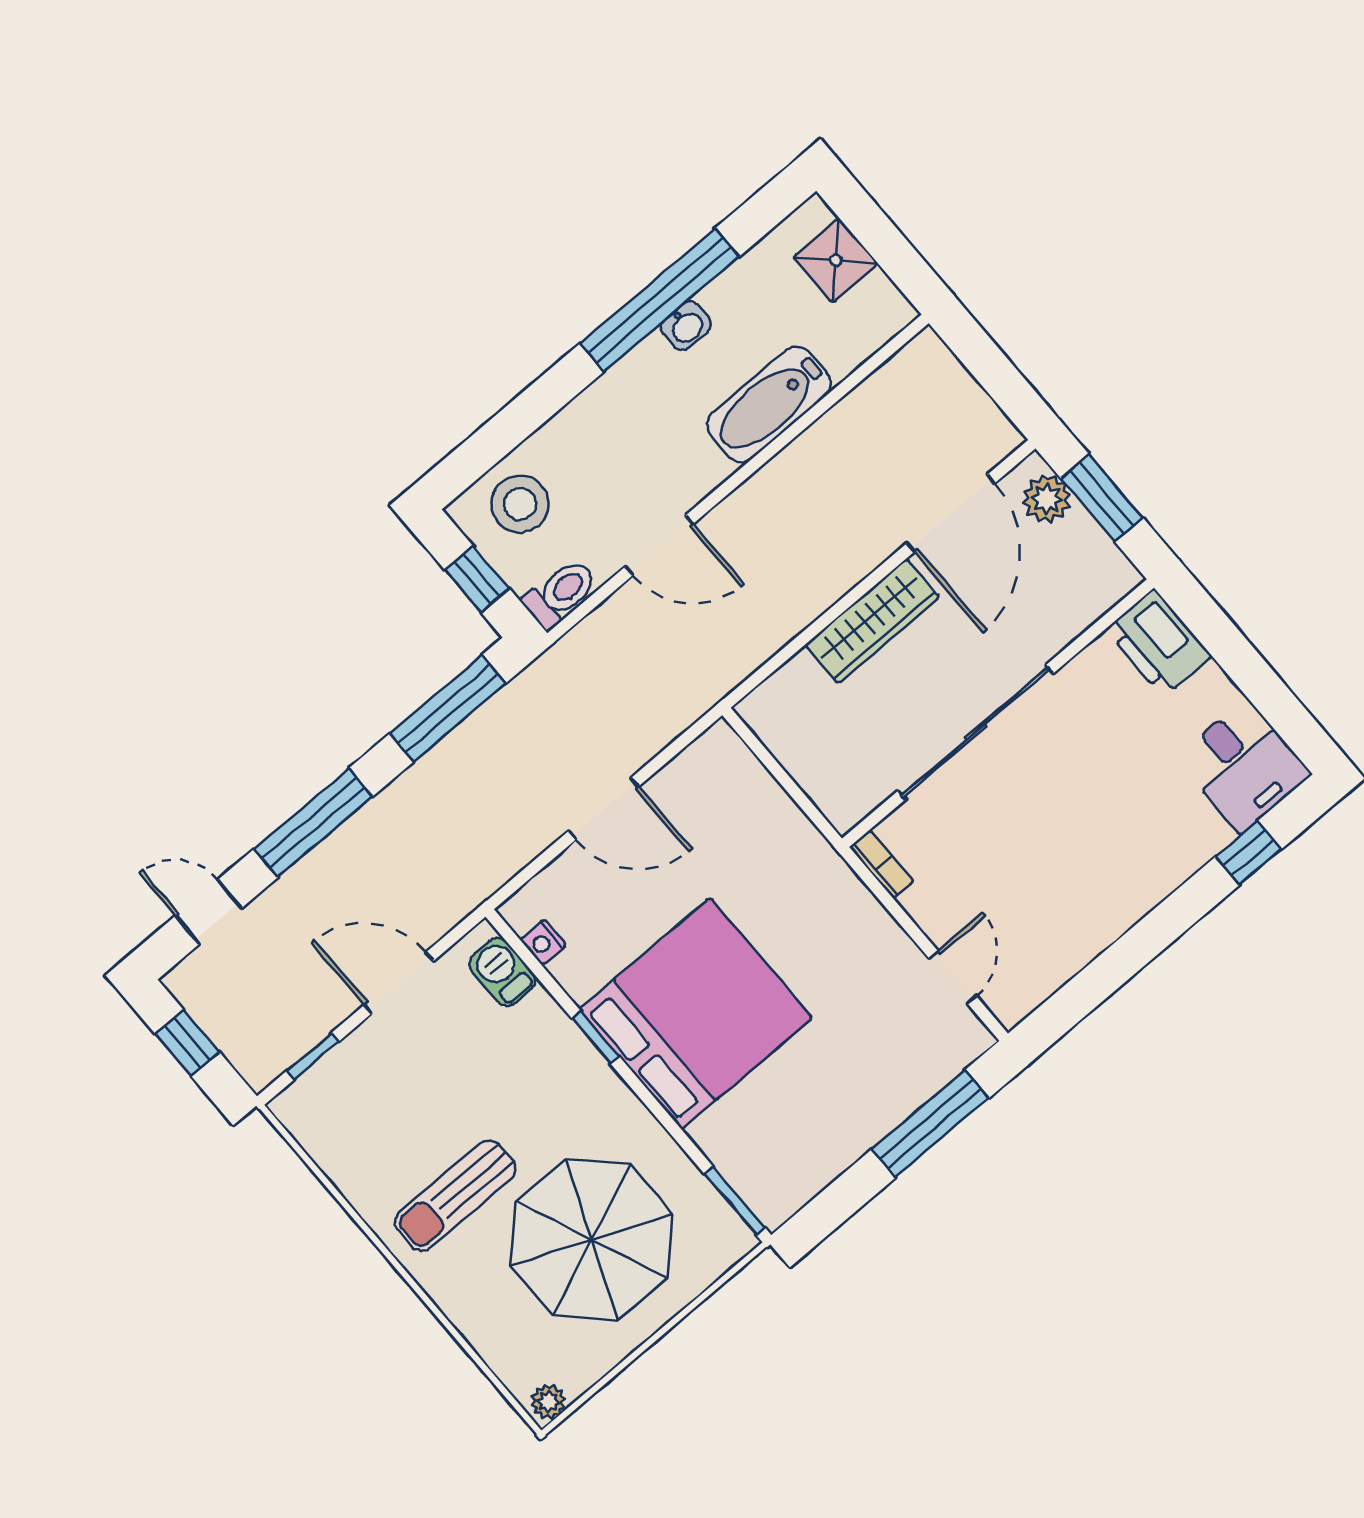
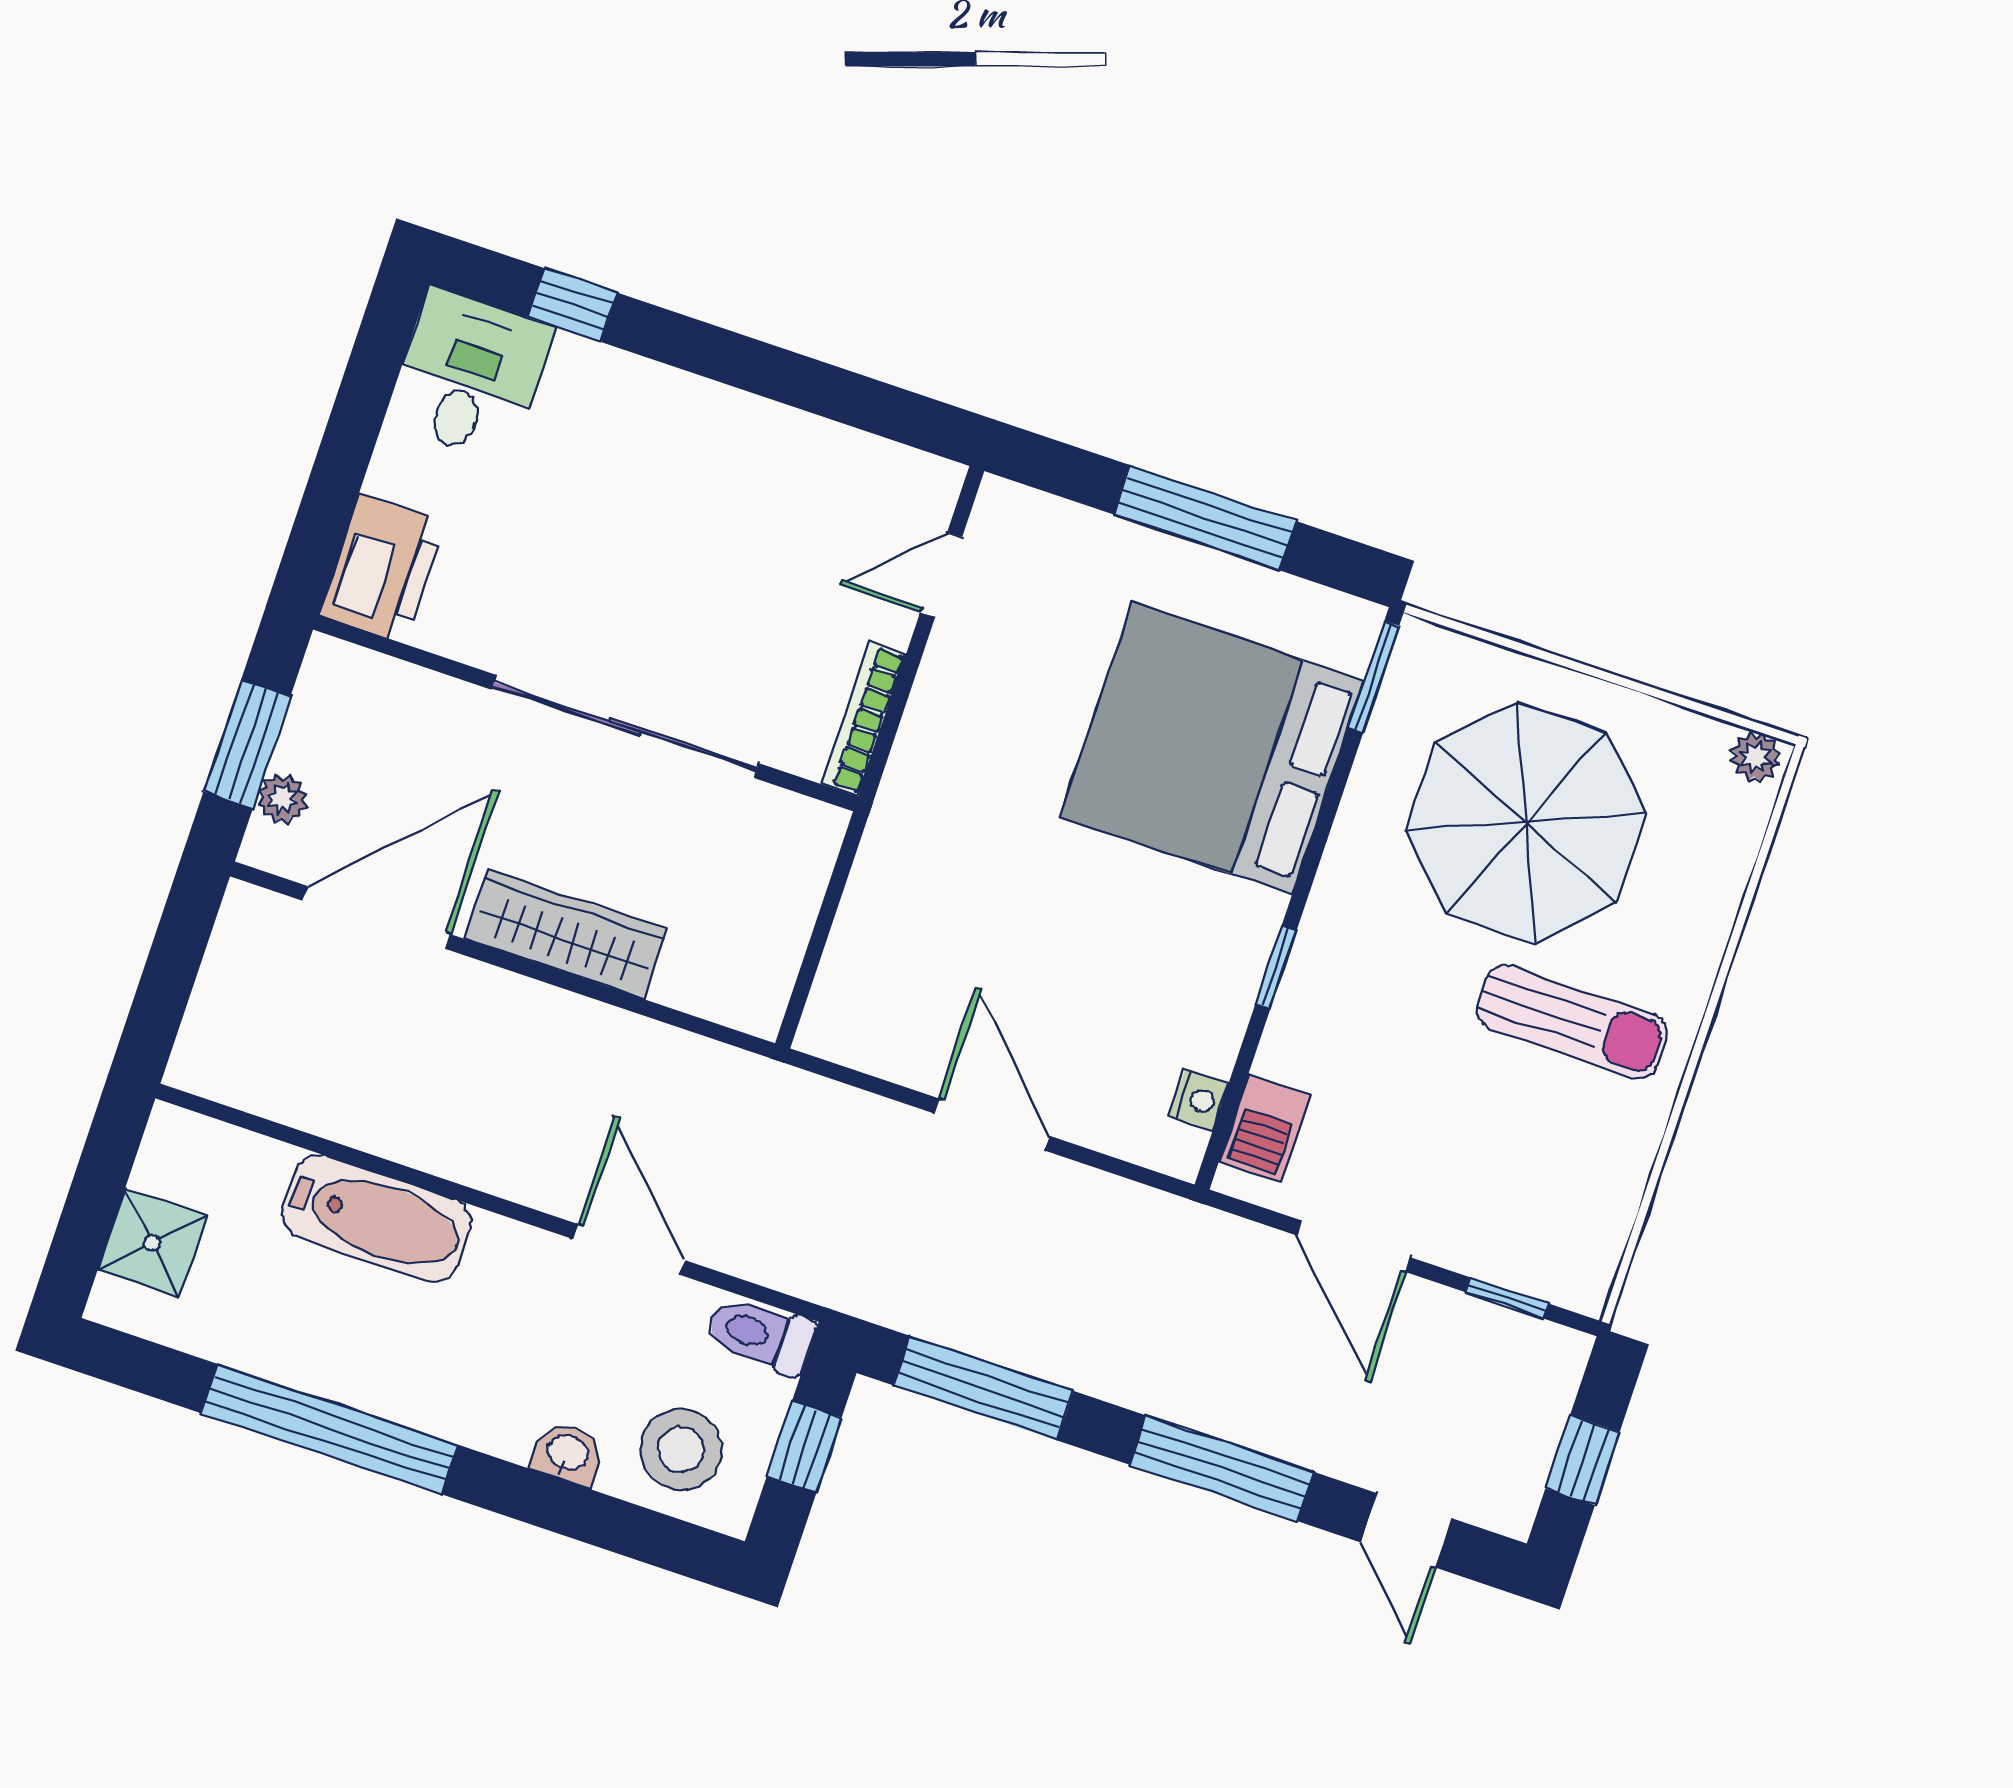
washbasin: (686, 326) -> (567, 1454), moved
plant: (1047, 499) -> (283, 799), width x0.73, depth x0.73
bookcase: (882, 864) -> (864, 719), width x1.56
bed: (696, 1014) -> (1212, 748), moved
window: (930, 1124) -> (1205, 518), moved

